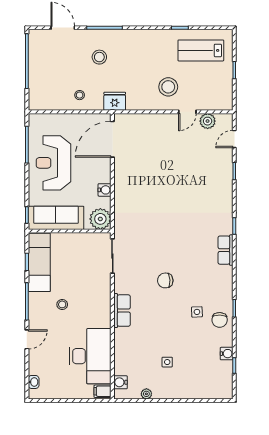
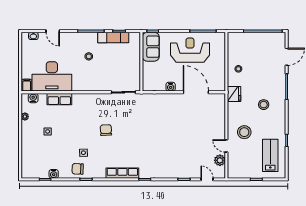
stool: (99, 57) -> (264, 105), moved
door: (112, 139) -> (196, 92), moved
sofa: (56, 218) -> (151, 47), width x0.73
plant: (100, 219) -> (150, 84), removed
row of seats: (226, 250) -> (122, 173), width x1.48
exam couch: (39, 262) -> (113, 38), width x0.73, depth x0.69
row of seats: (122, 311) -> (59, 99), moved
door: (27, 339) -> (53, 31), moved

